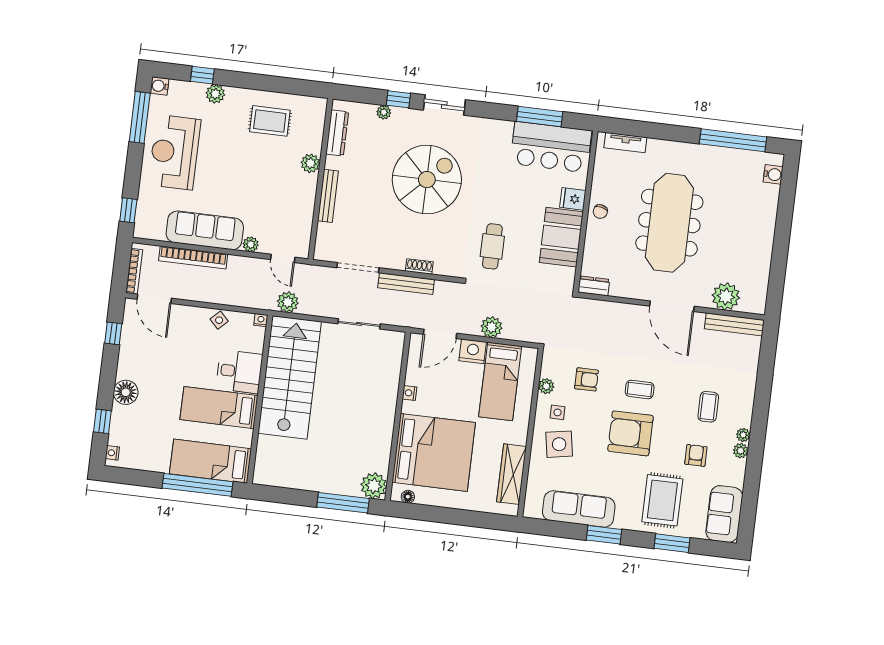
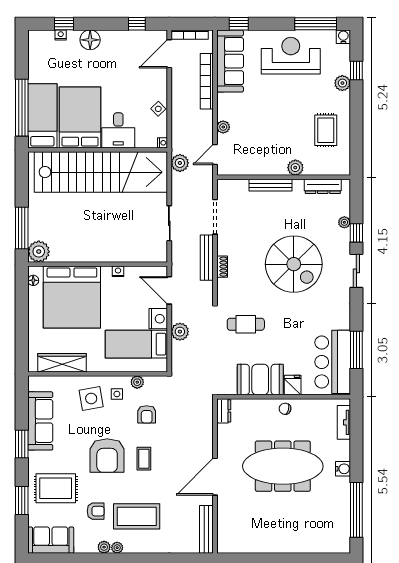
water cooler: (773, 174) -> (343, 469), moved, turned -90
sofa: (205, 230) -> (230, 61), moved
plant: (726, 297) -> (228, 520), removed
stairs: (290, 377) -> (101, 172), width x1.36
coffee table: (708, 407) -> (137, 516), width x1.86, depth x1.72
bed: (219, 408) -> (80, 117), width x1.50
armchair: (631, 433) -> (107, 456), turned 180
nightstand: (112, 453) -> (61, 35), moved

